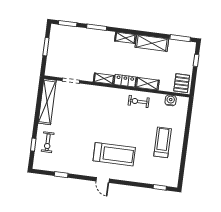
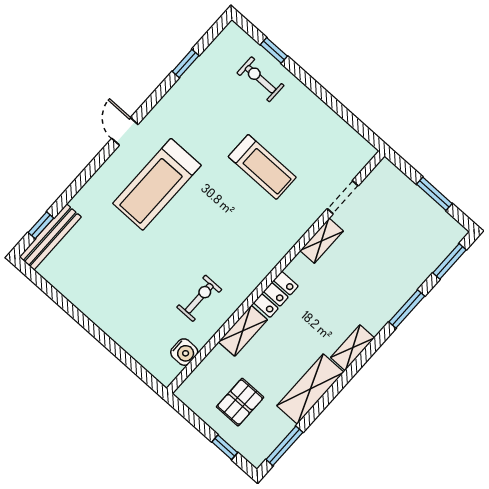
shelving: (104, 79) -> (322, 241), moved
pallet: (182, 83) -> (240, 402), moved, turned 90
exercise bike: (139, 101) -> (199, 298), moved
shelving: (47, 102) -> (334, 128), removed
treadmill: (163, 142) -> (262, 167), moved
door: (103, 180) -> (125, 131), hinge flipped
bench: (162, 181) -> (50, 237), added

